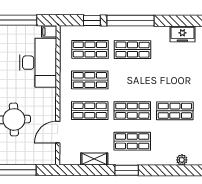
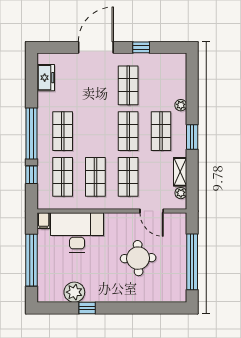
plant: (74, 160) -> (181, 193), added
plant: (182, 160) -> (181, 105), moved

